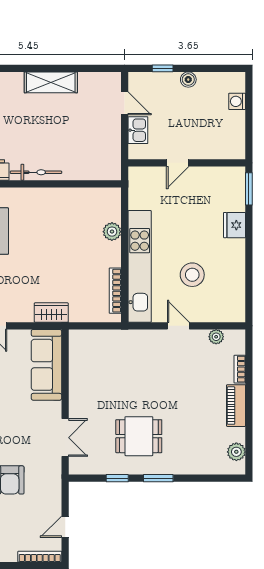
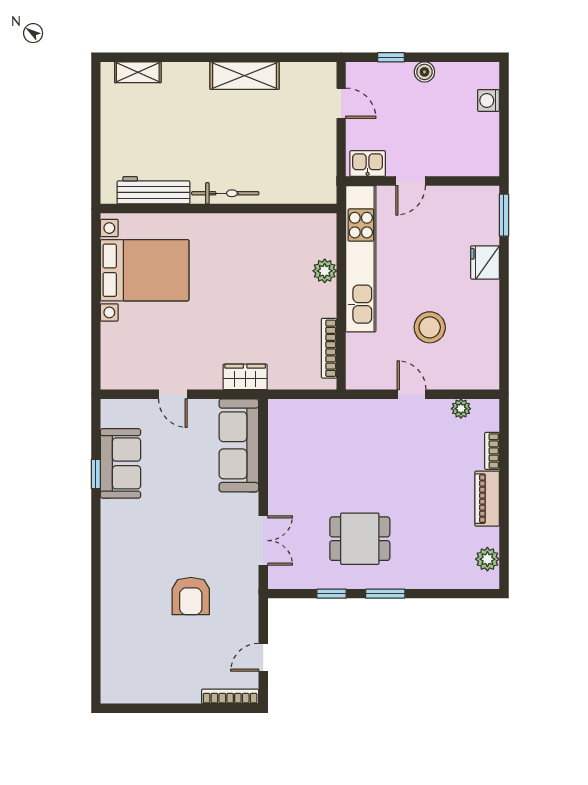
kitchen sink: (138, 130) -> (368, 164), moved, turned -90
kitchen unit: (140, 266) -> (361, 259), moved

